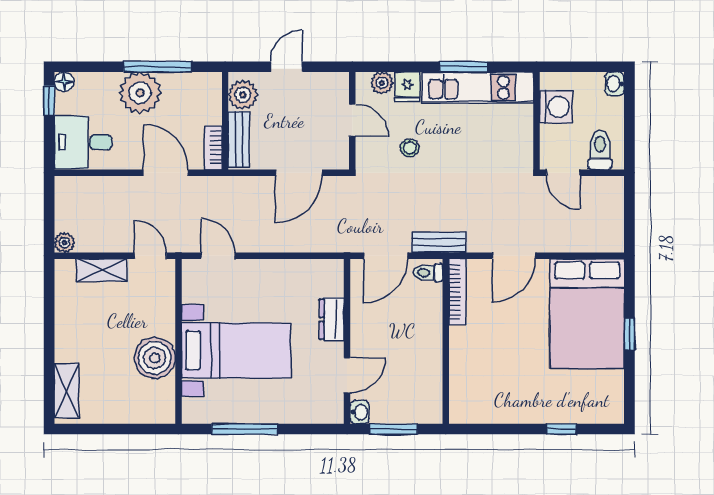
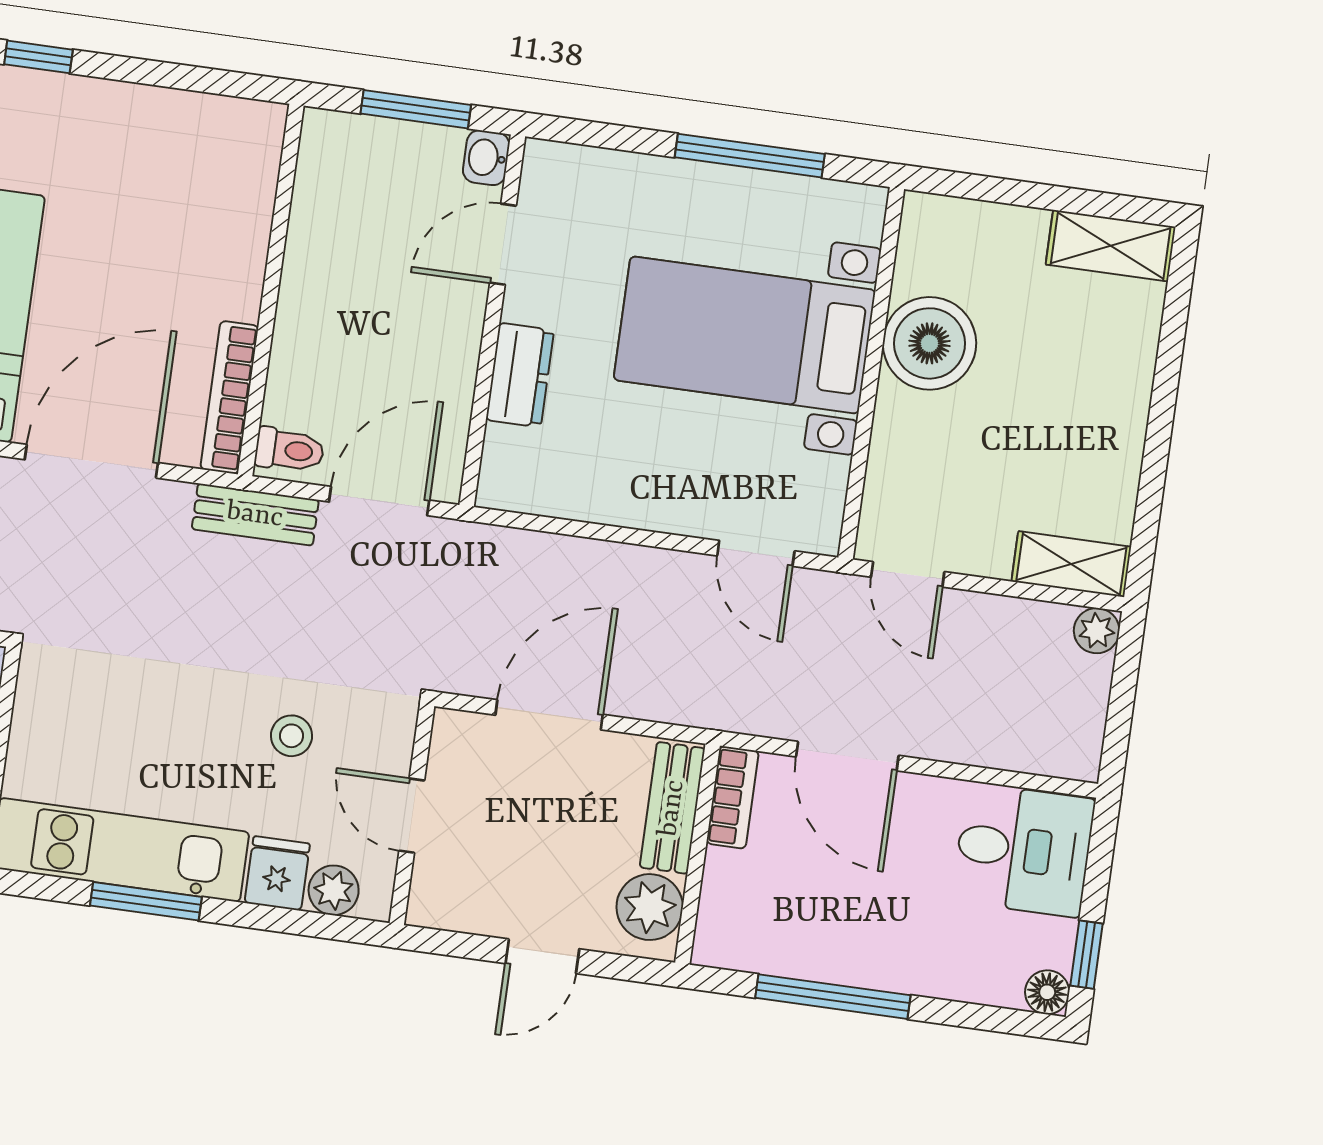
plant: (140, 93) -> (880, 944), removed
door: (514, 256) -> (91, 461), width x1.36
shelving: (102, 270) -> (1071, 564), moved
shelving: (67, 391) -> (1111, 246), moved, turned 90

